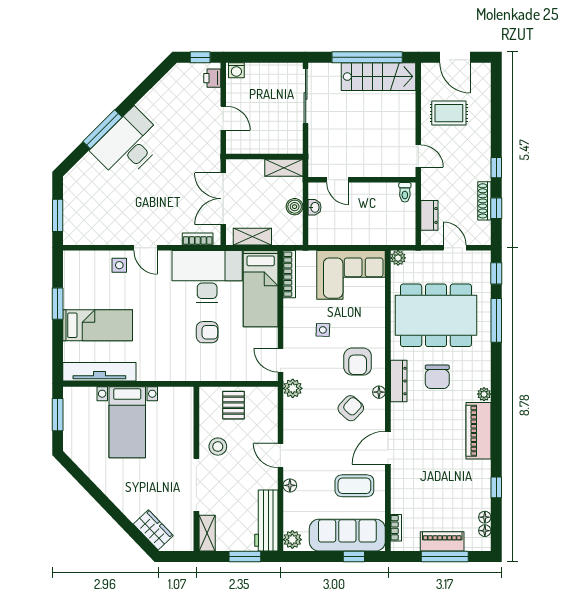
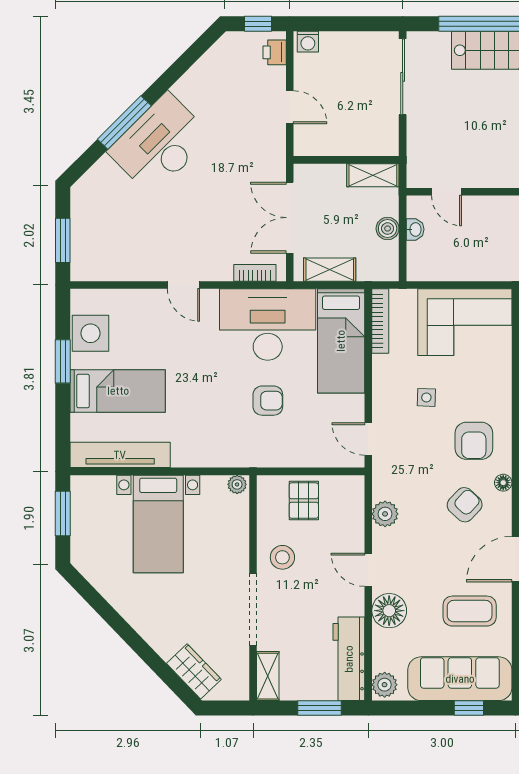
side table: (119, 265) -> (90, 333), moved, width x1.87, depth x1.87
plant: (293, 388) -> (385, 514), moved
plant: (185, 393) -> (237, 484), added
floor lamp: (290, 485) -> (389, 611), width x1.89, depth x1.89

